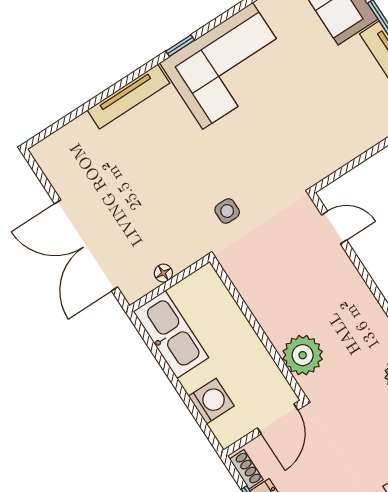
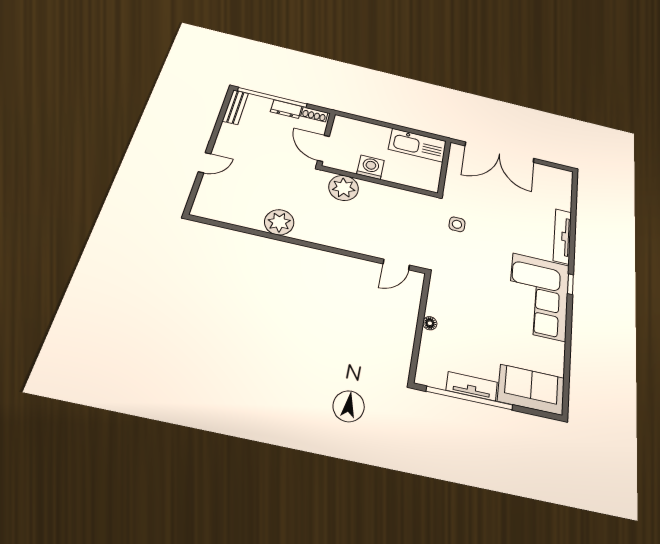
double door: (86, 245) -> (500, 152), swing flipped
floor lamp: (163, 273) -> (430, 323), moved
washing machine: (211, 401) -> (370, 167), moved, turned 180

